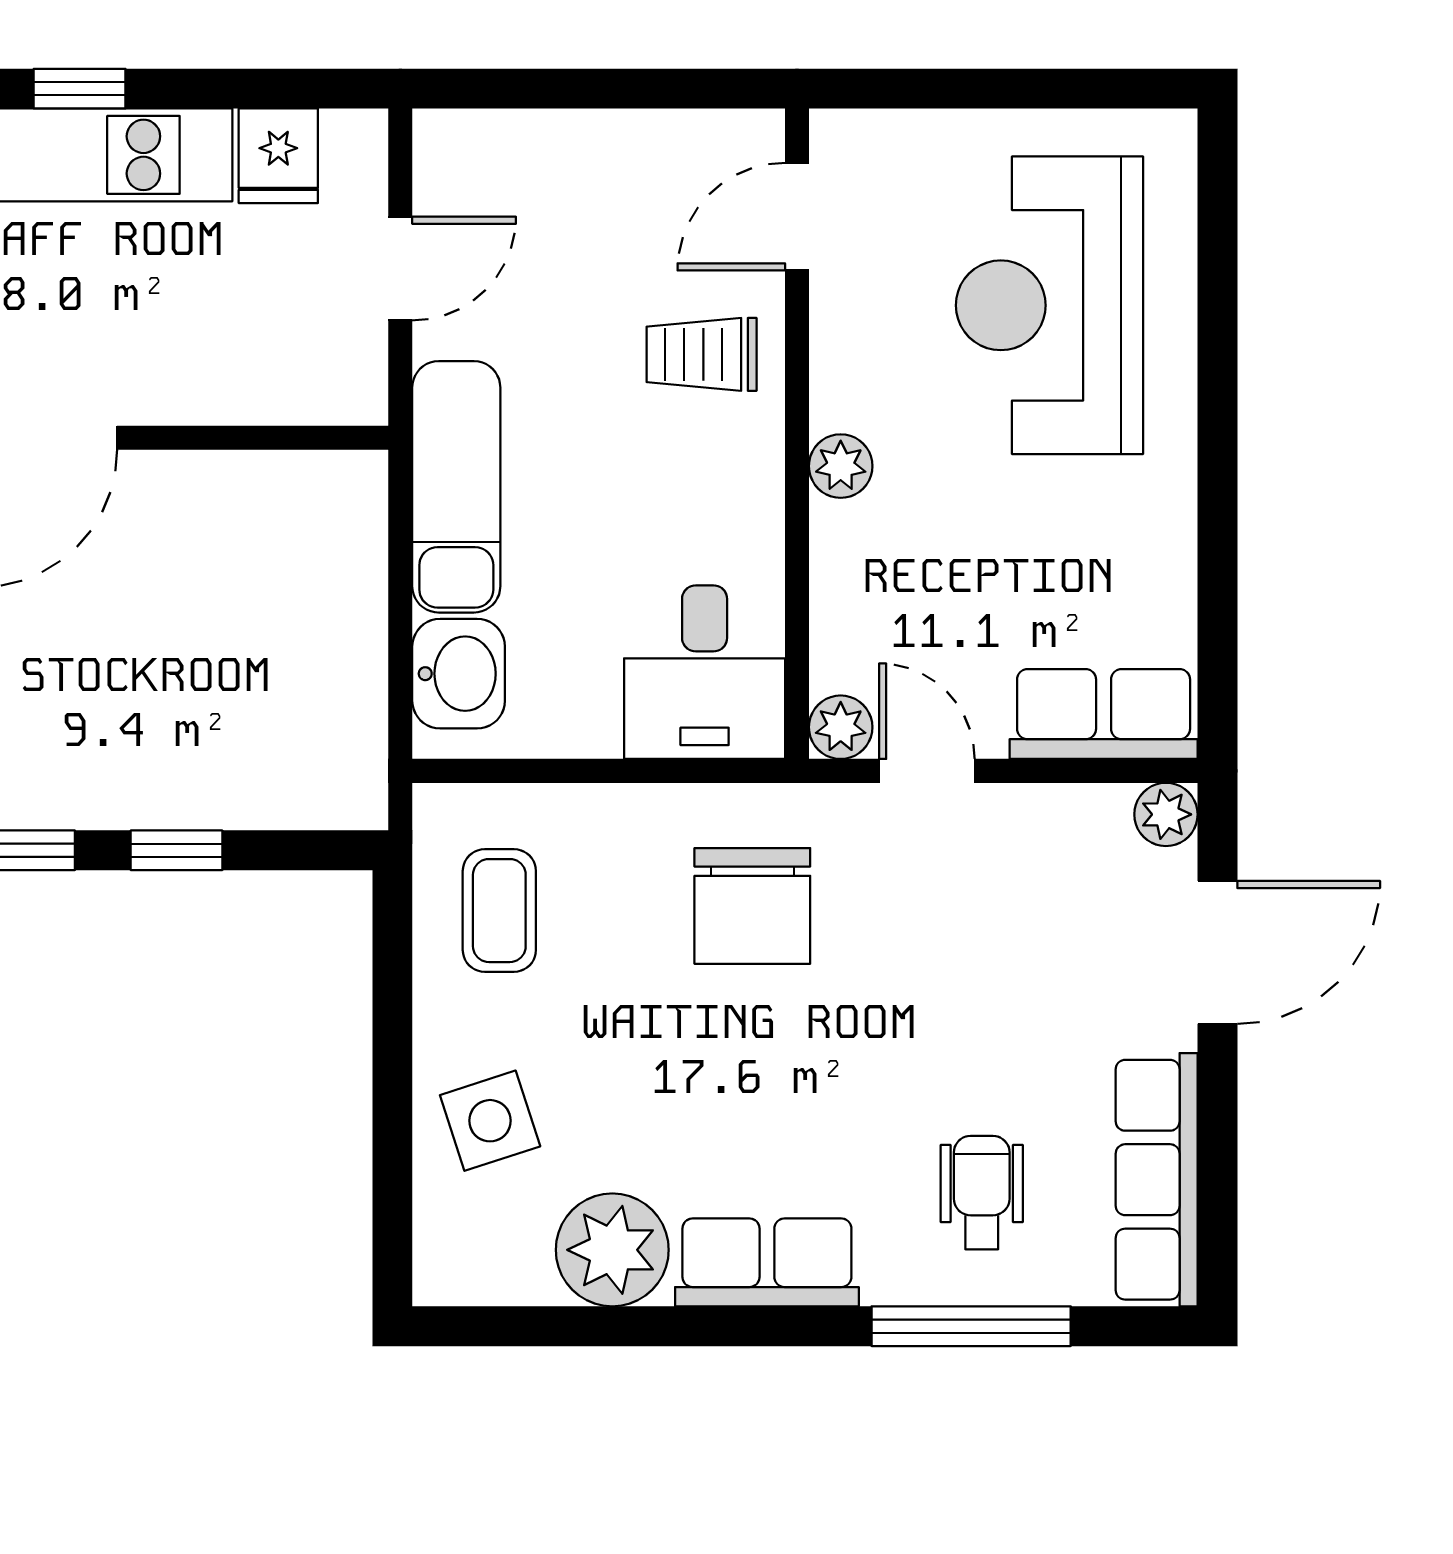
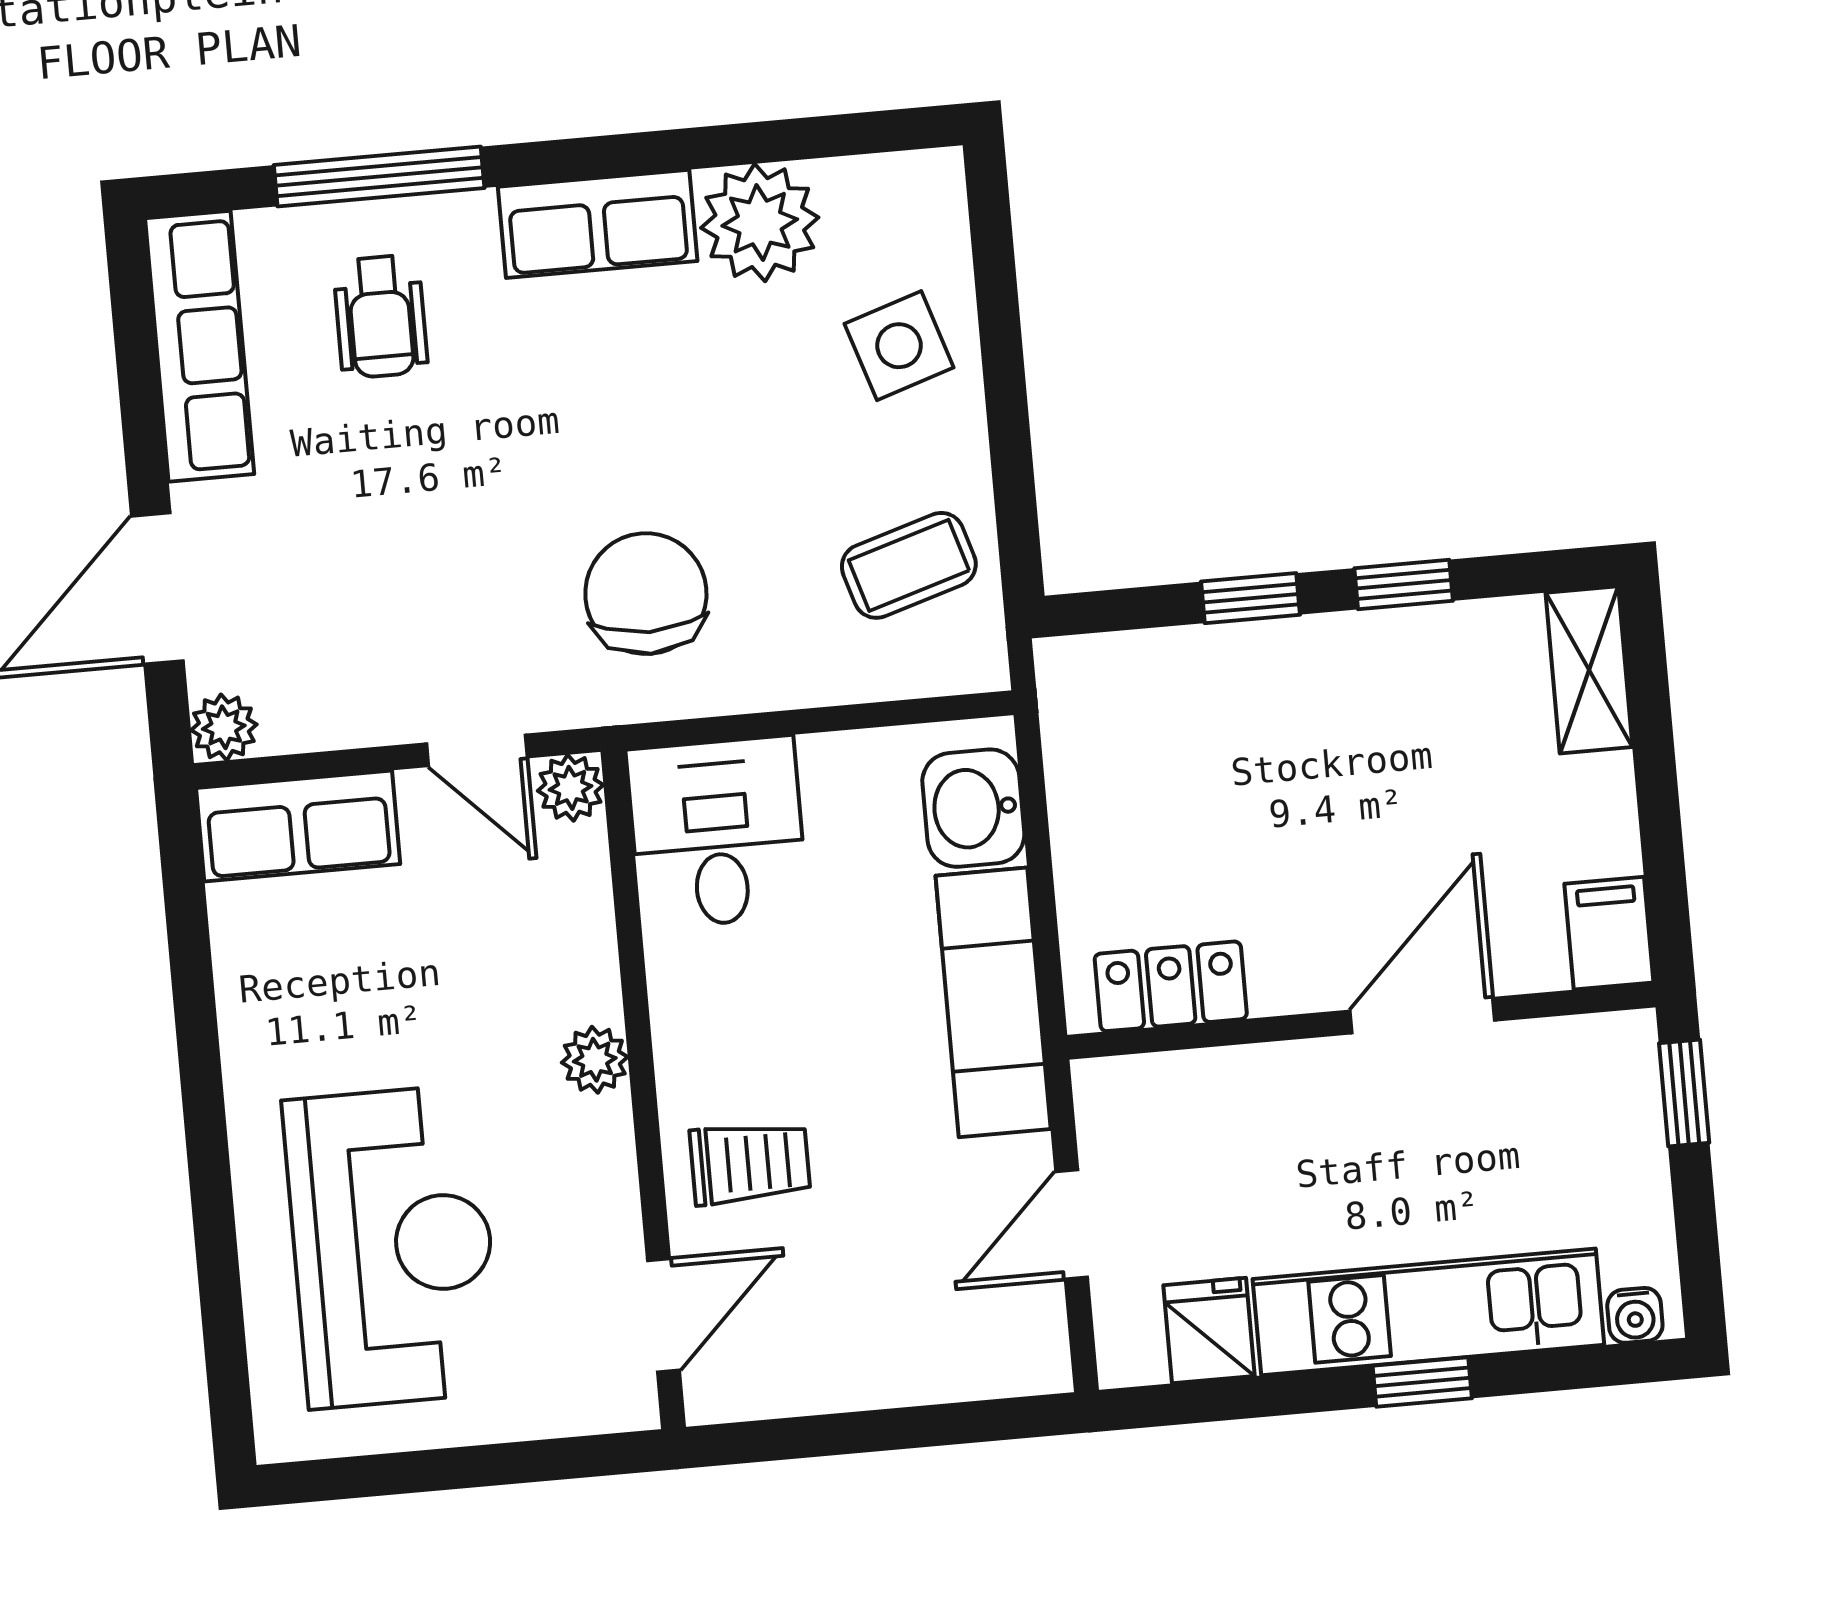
locker: (286, 487) -> (1171, 986), added
coffee table: (499, 911) -> (909, 565), turned 73

